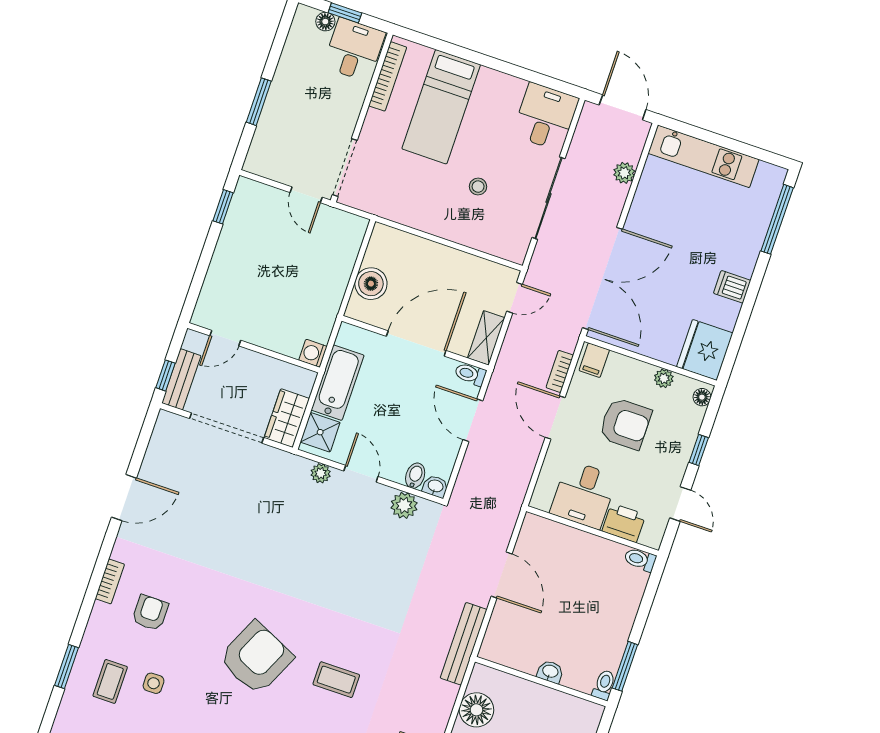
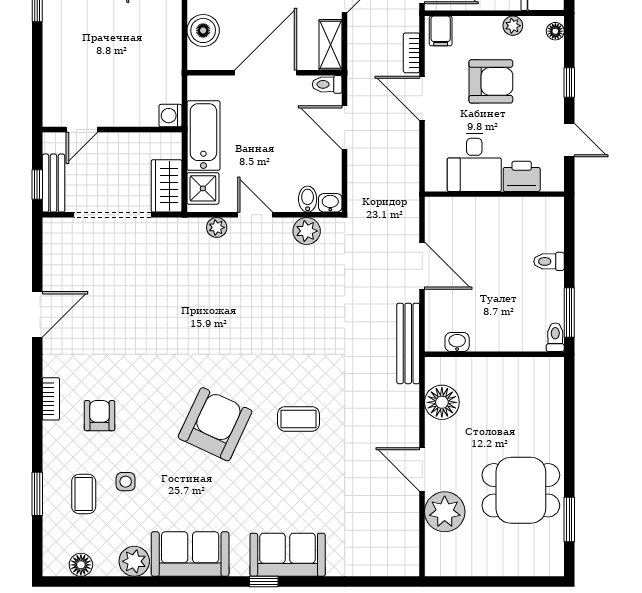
toilet: (640, 560) -> (549, 261), moved
washbasin: (550, 672) -> (457, 342), moved

